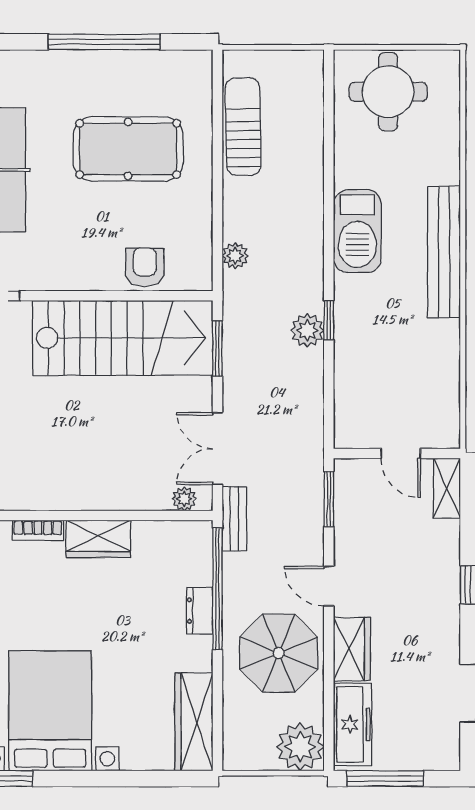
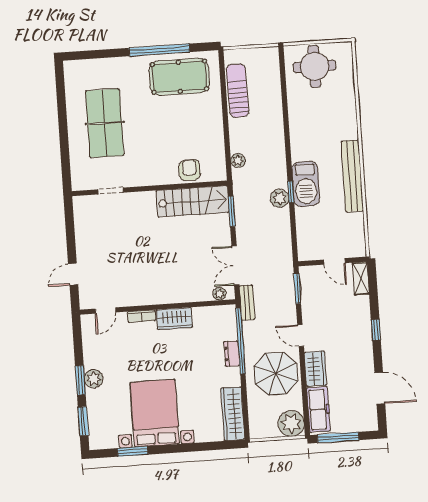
pool table: (128, 149) -> (179, 77), moved
barbecue: (357, 231) -> (306, 184), moved
bench: (444, 252) -> (352, 176), moved
stairs: (123, 338) -> (193, 201), width x0.73, depth x0.66

